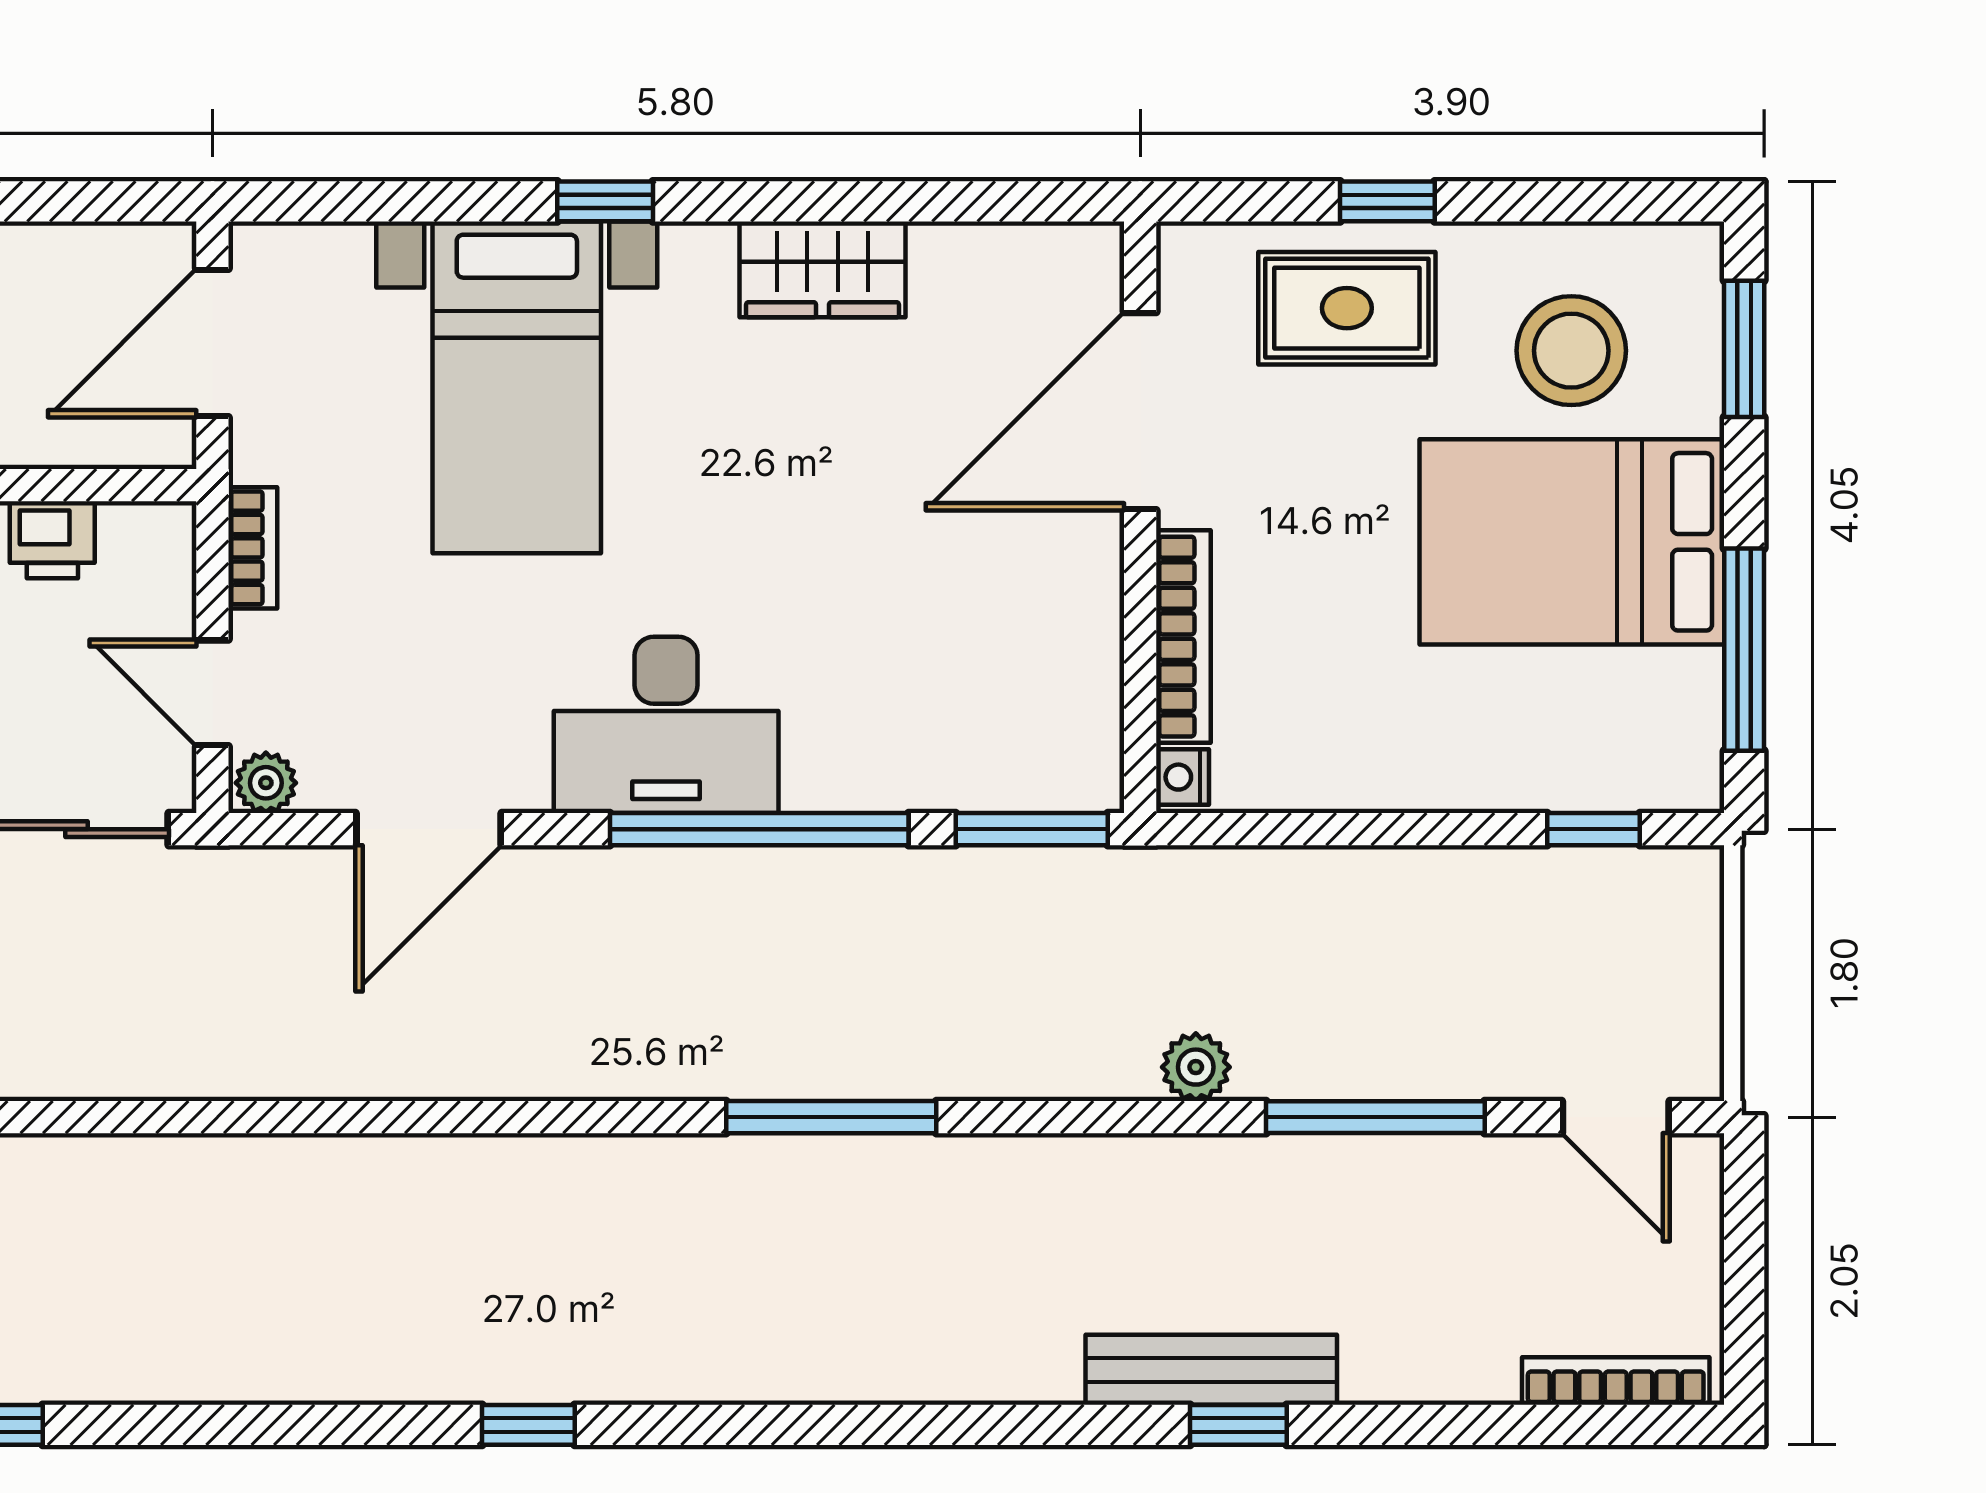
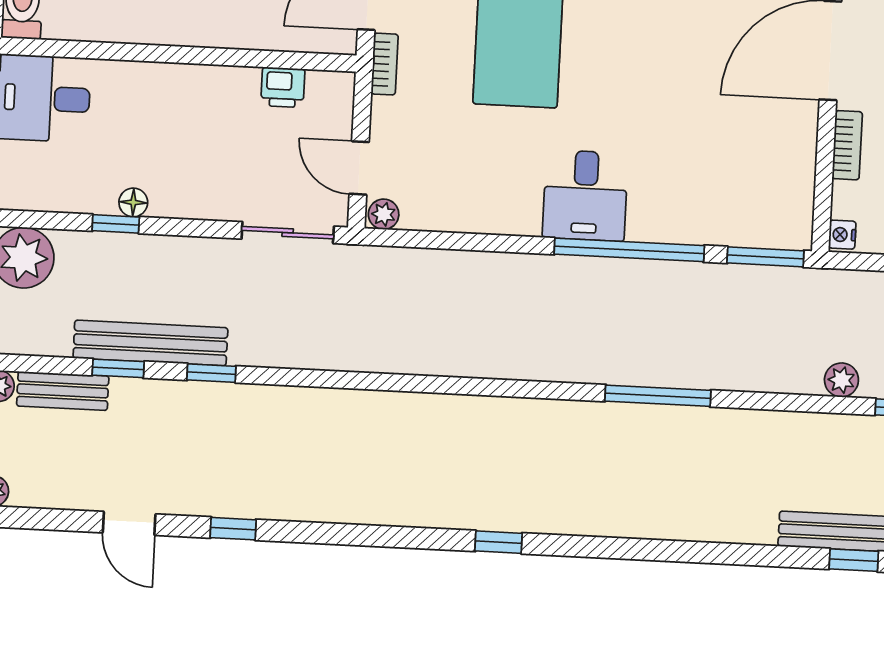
bookcase: (253, 548) -> (385, 64), moved
bookcase: (1183, 637) -> (847, 145), width x0.64
desk: (666, 725) -> (585, 195), width x0.73
door: (429, 829) -> (464, 242), removed

